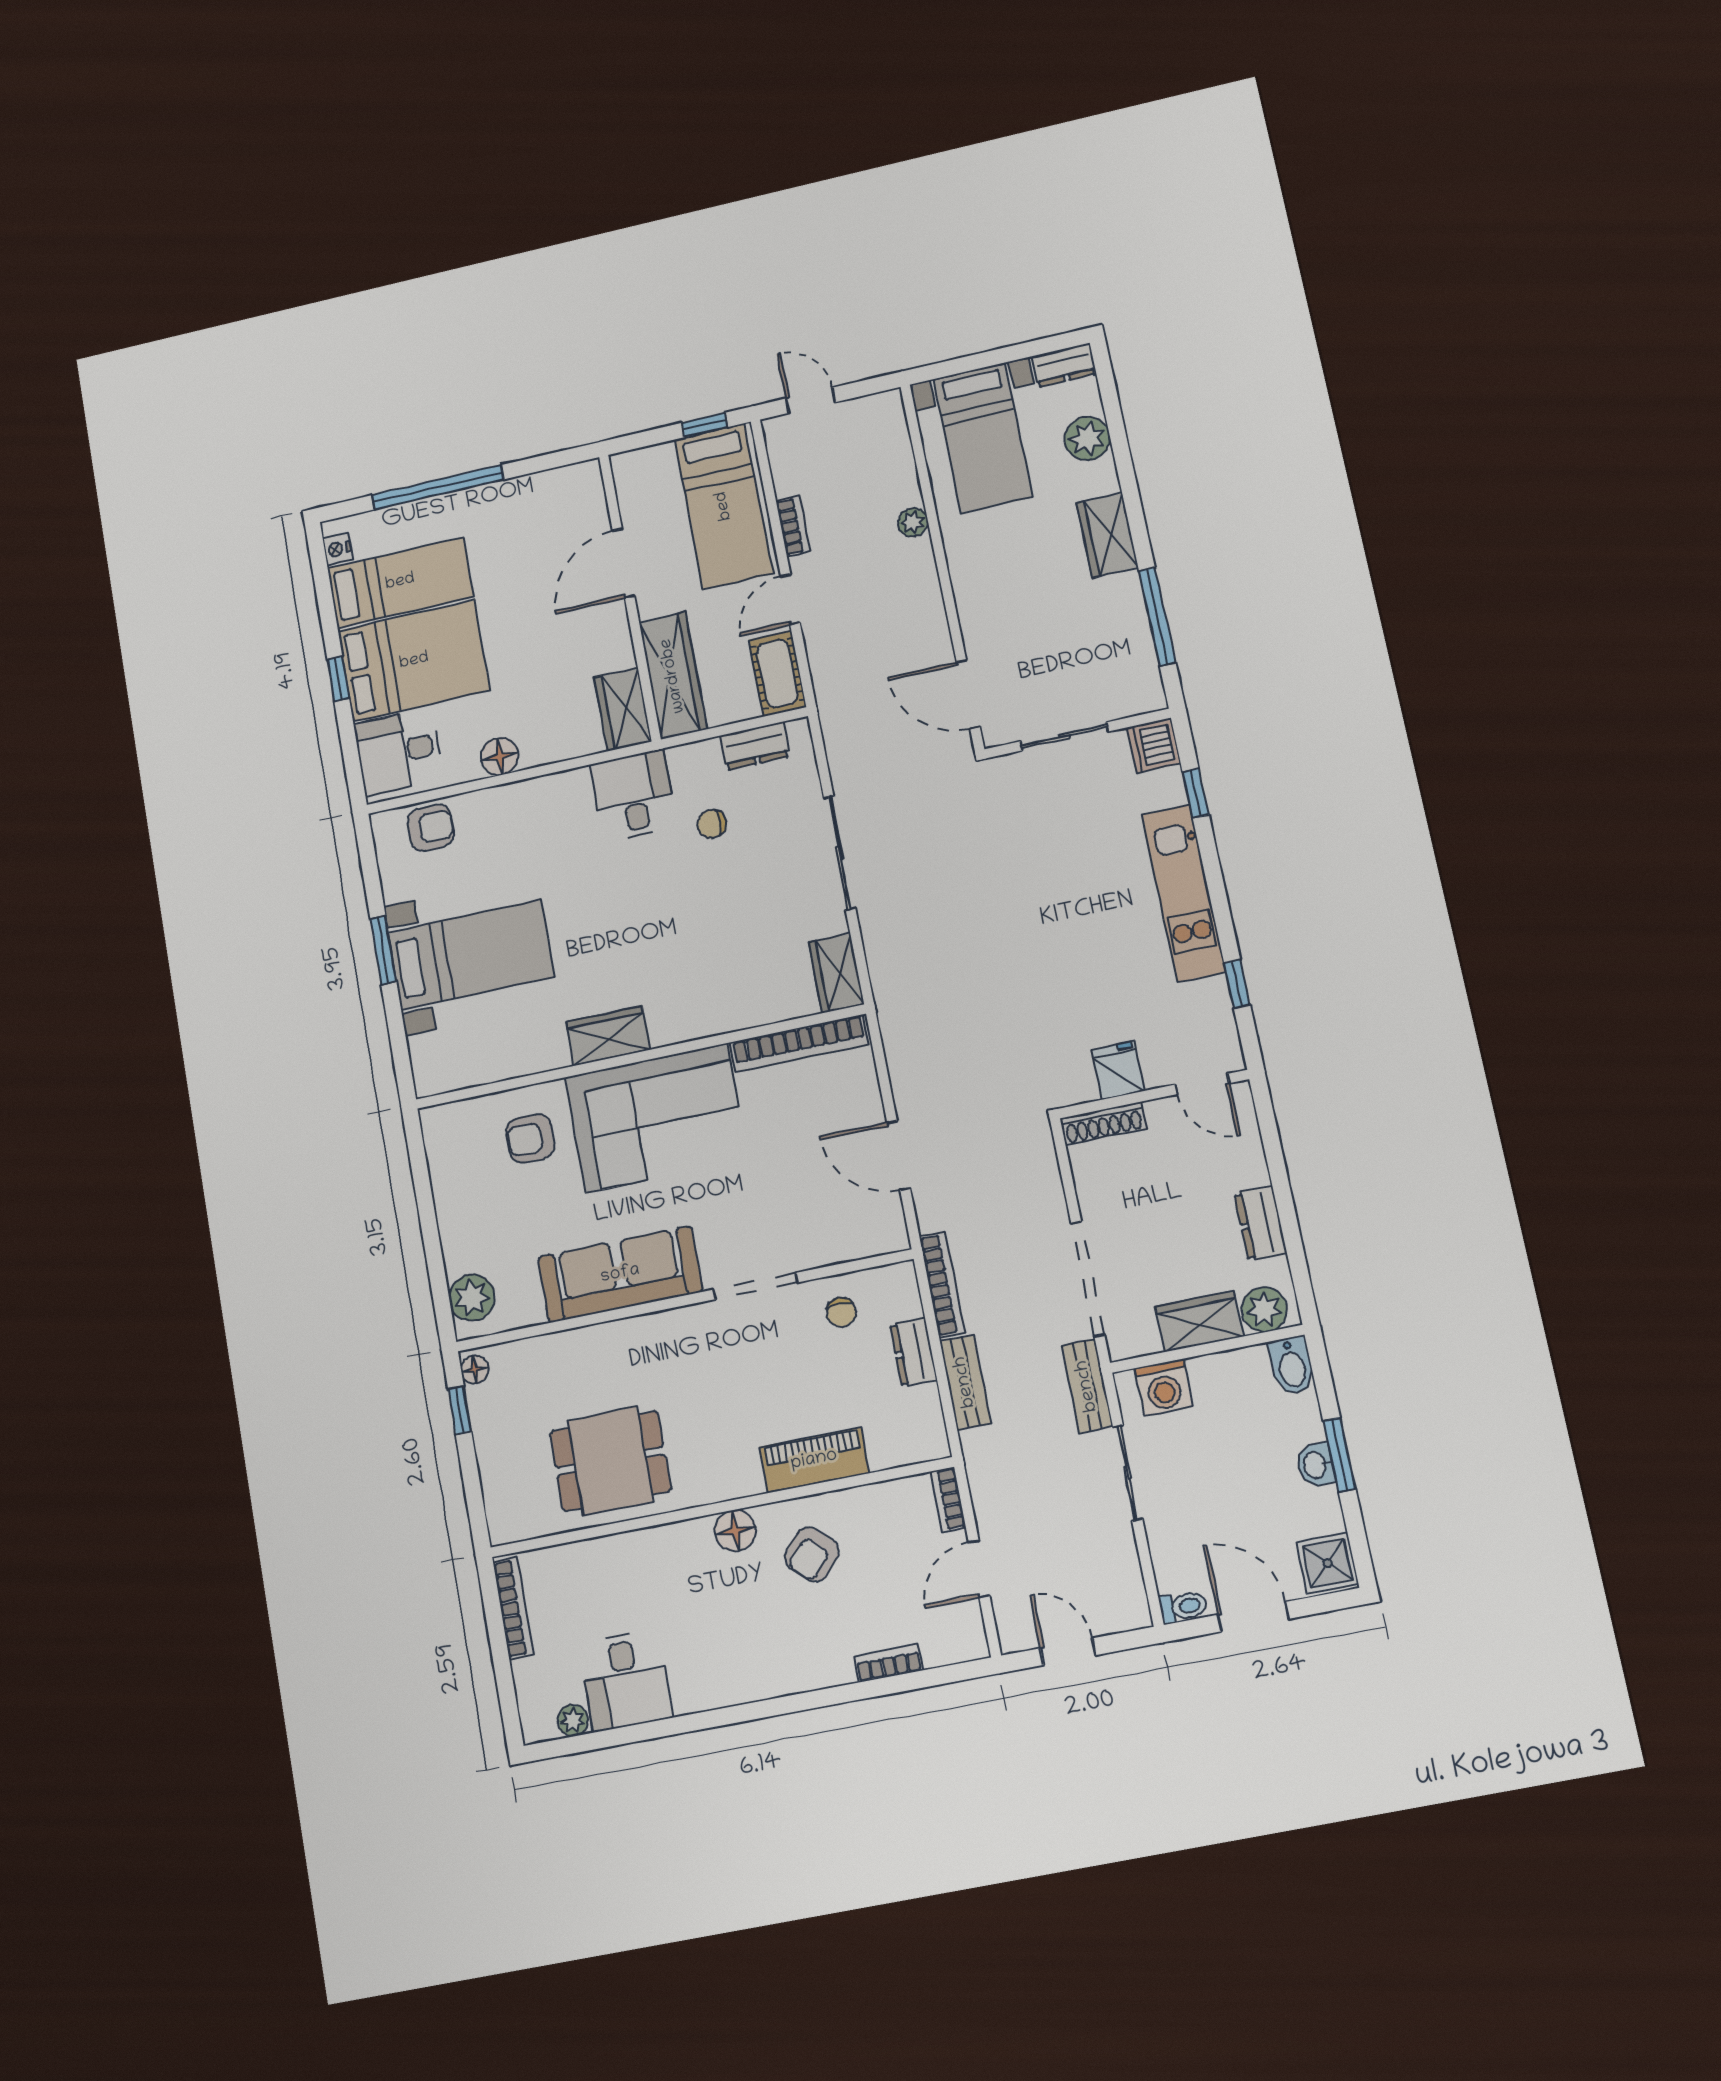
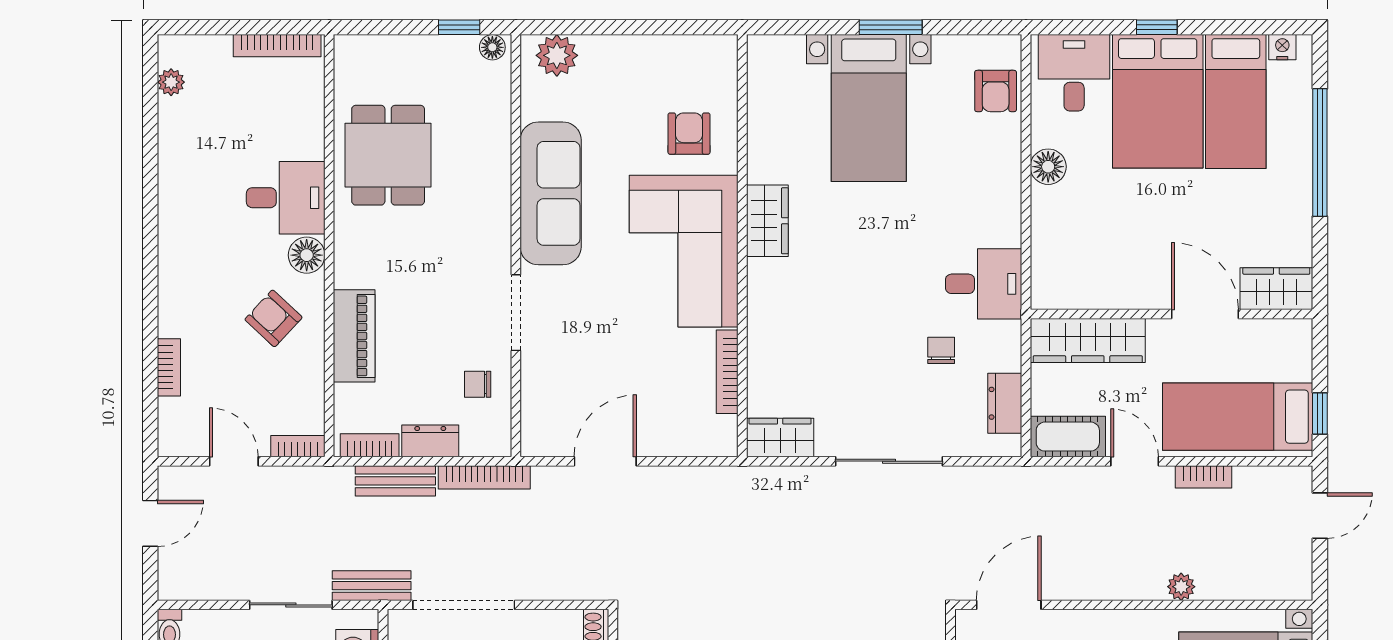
wardrobe: (623, 709) -> (1276, 289), moved
bookcase: (799, 1043) -> (727, 372), width x0.68, depth x0.76
bookcase: (931, 1419) -> (370, 445), added
desk: (626, 1680) -> (286, 198), moved, turned 180

